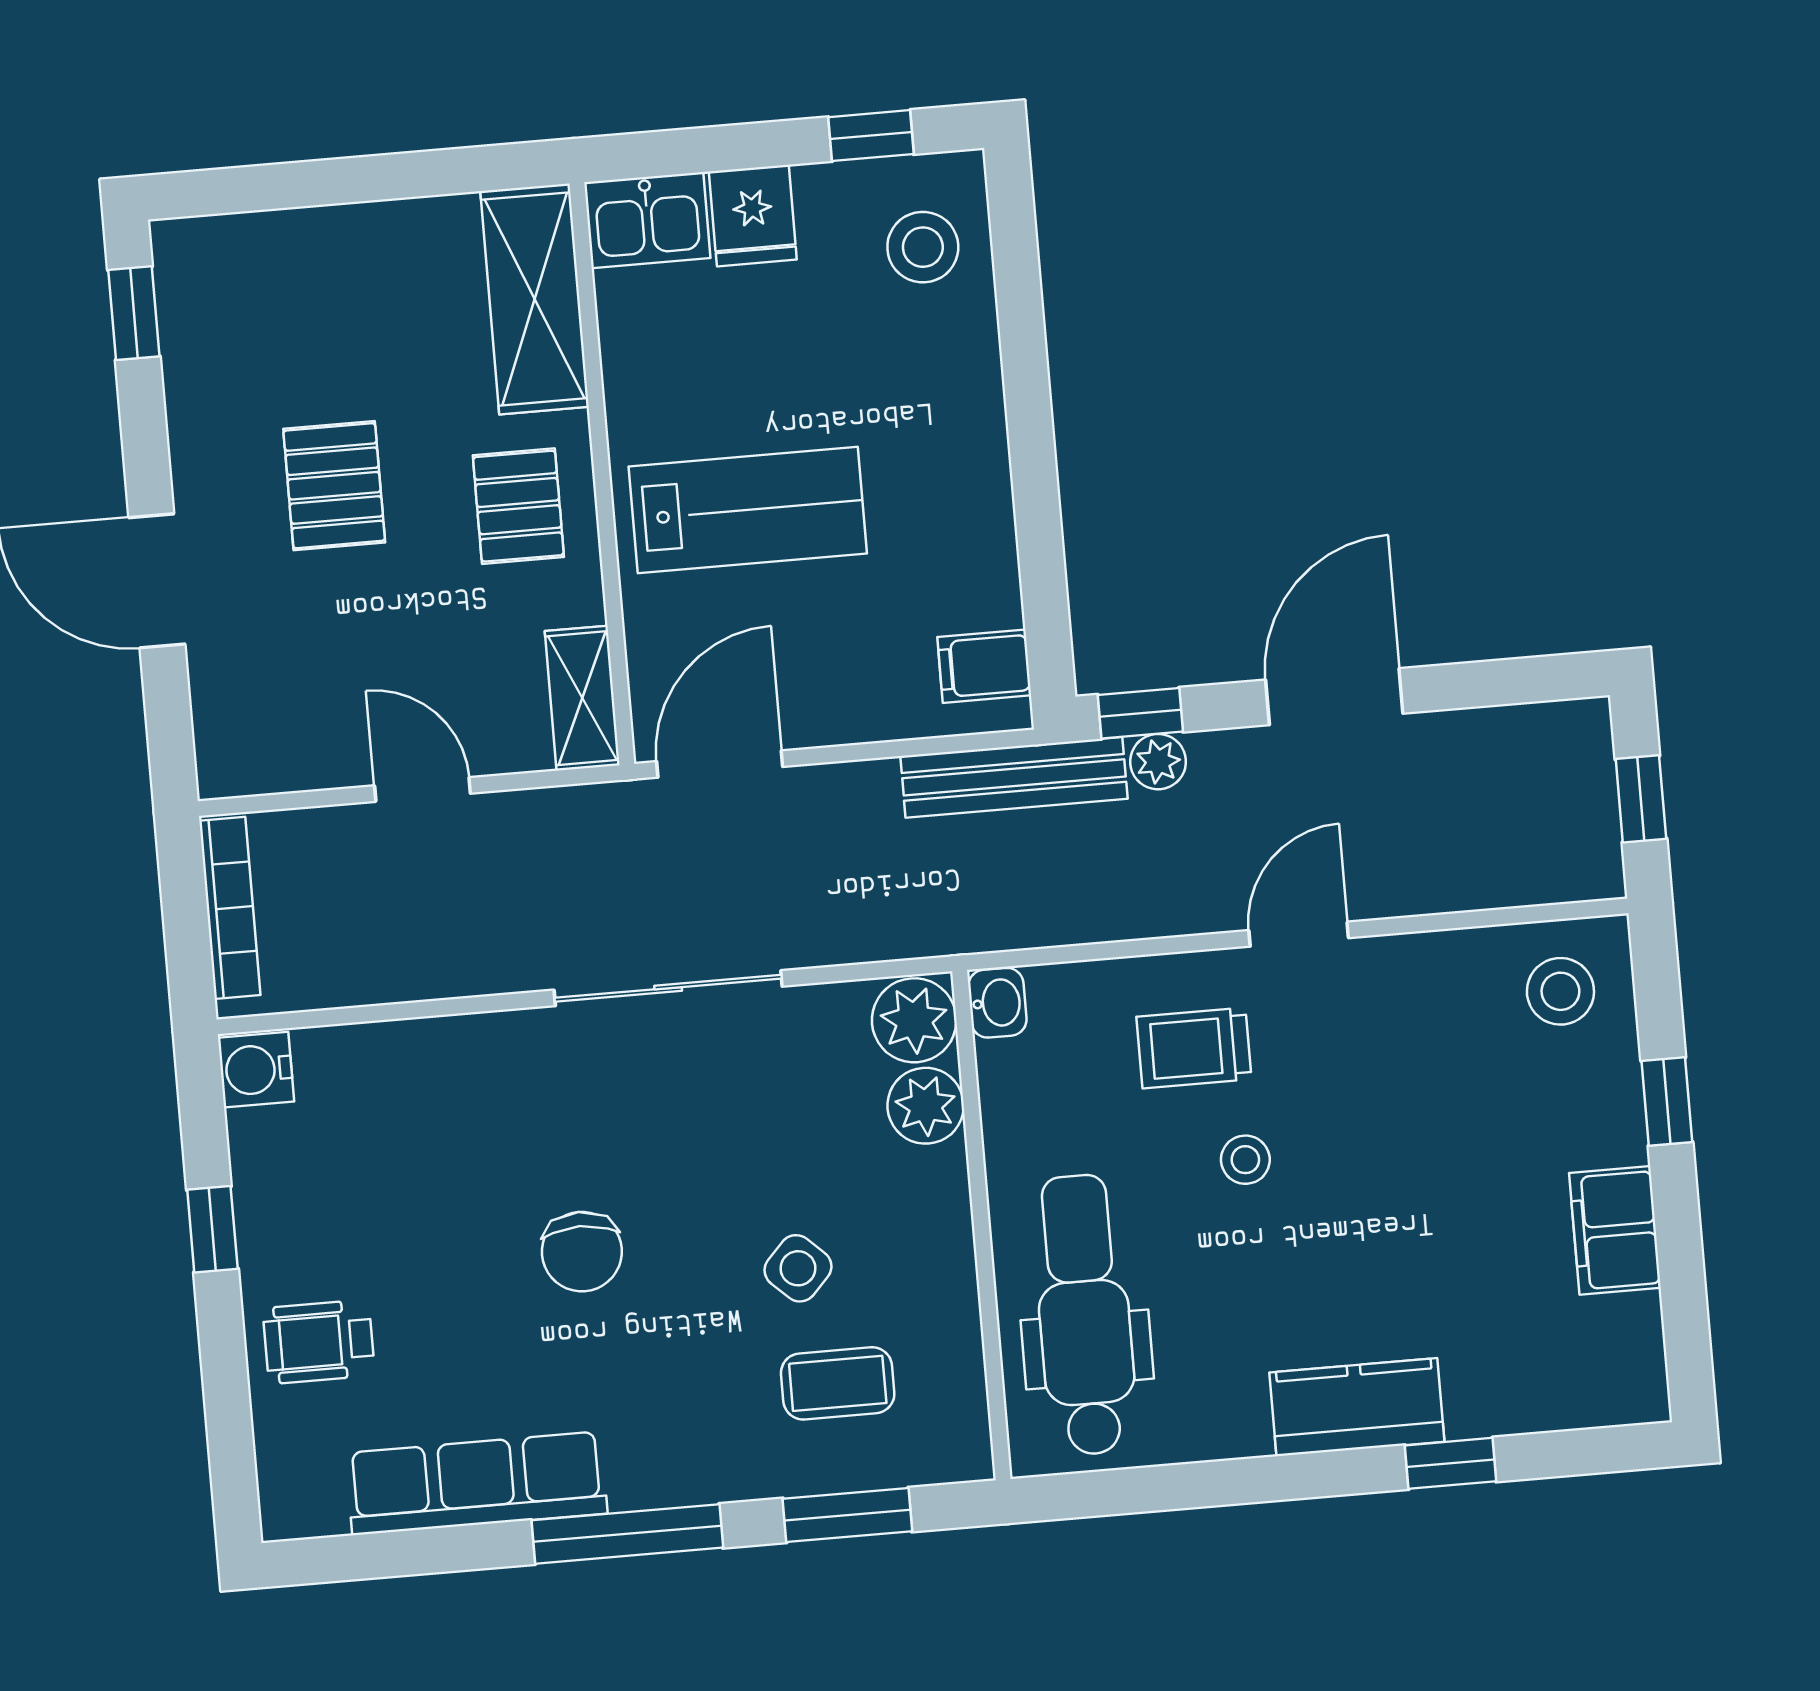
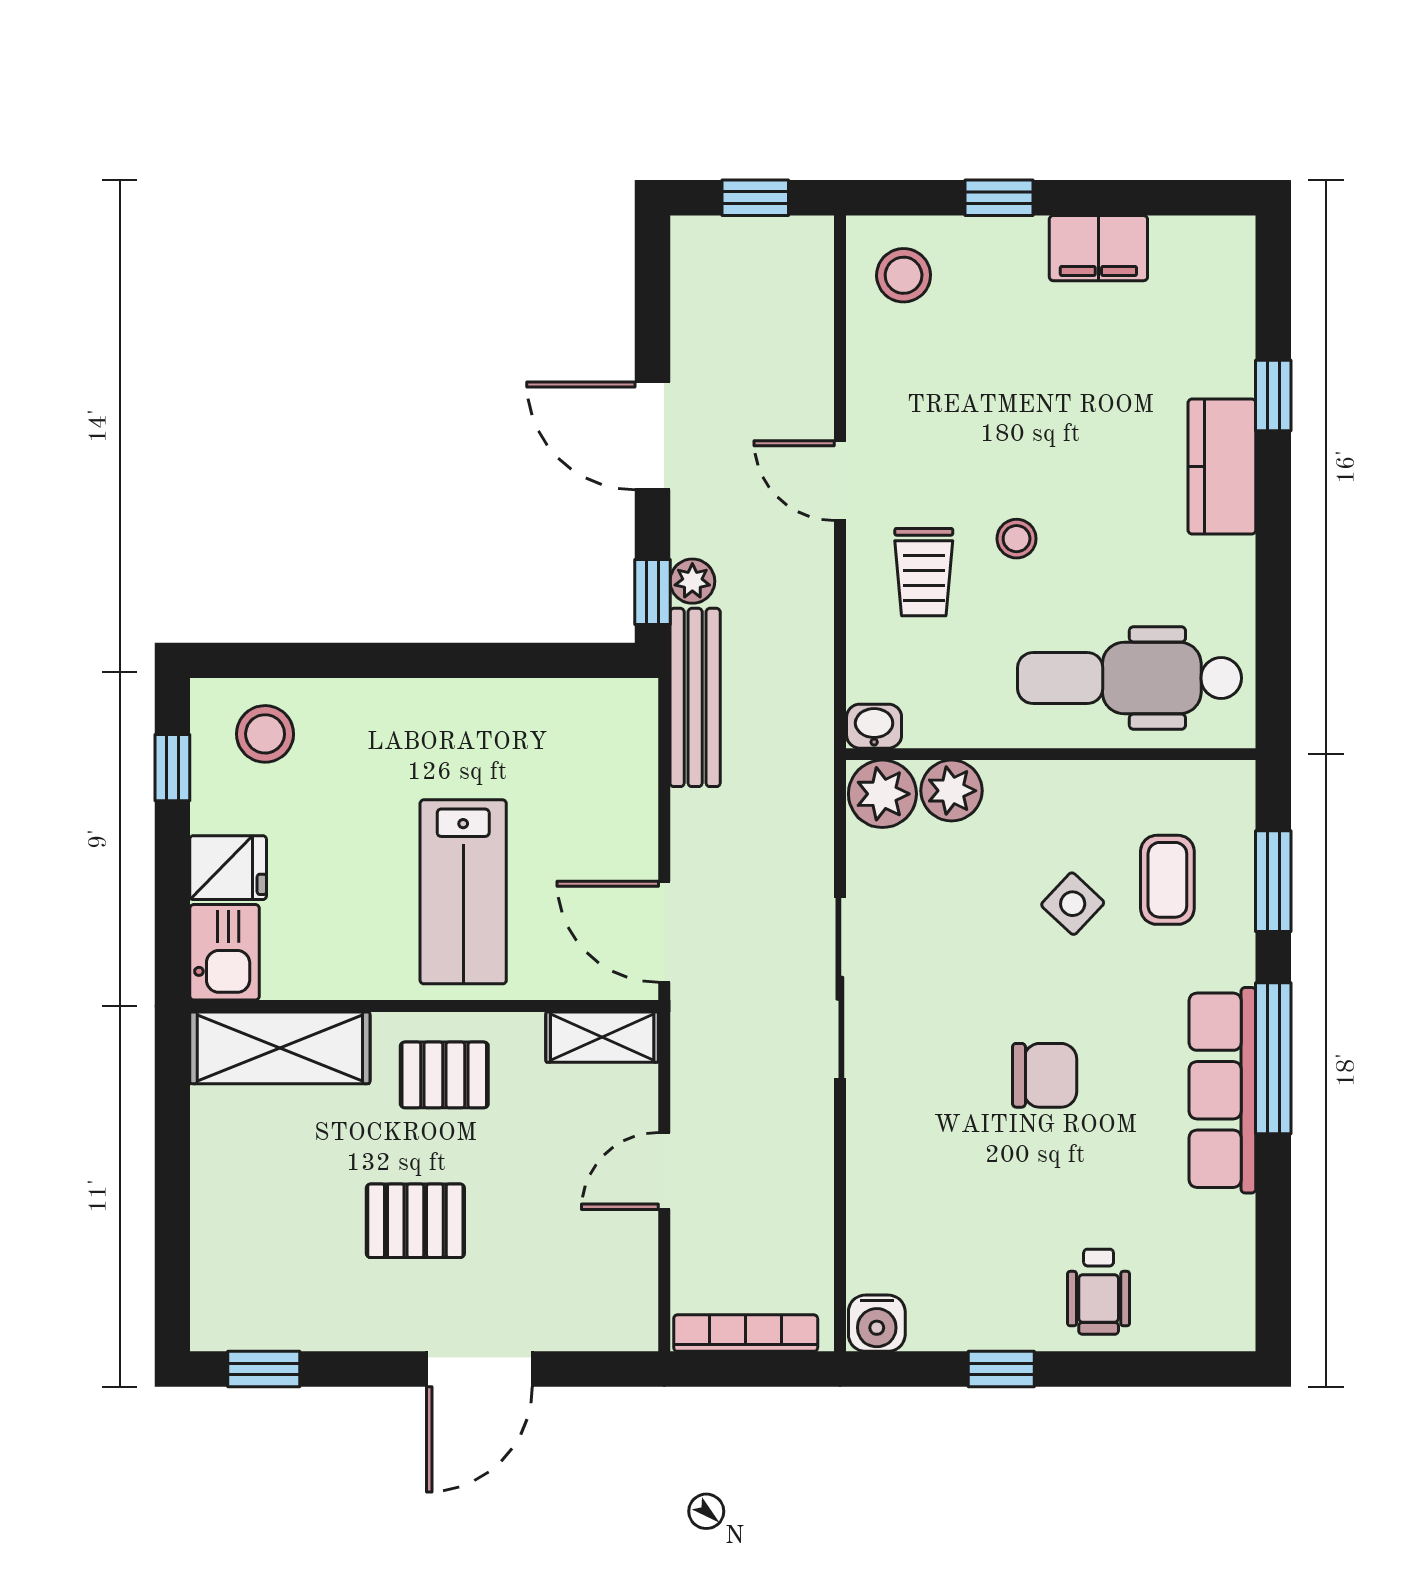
lab bench: (748, 510) -> (463, 892), turned 180
filing cabinet: (984, 666) -> (604, 714), removed
row of seats: (476, 1483) -> (1222, 1090), moved

